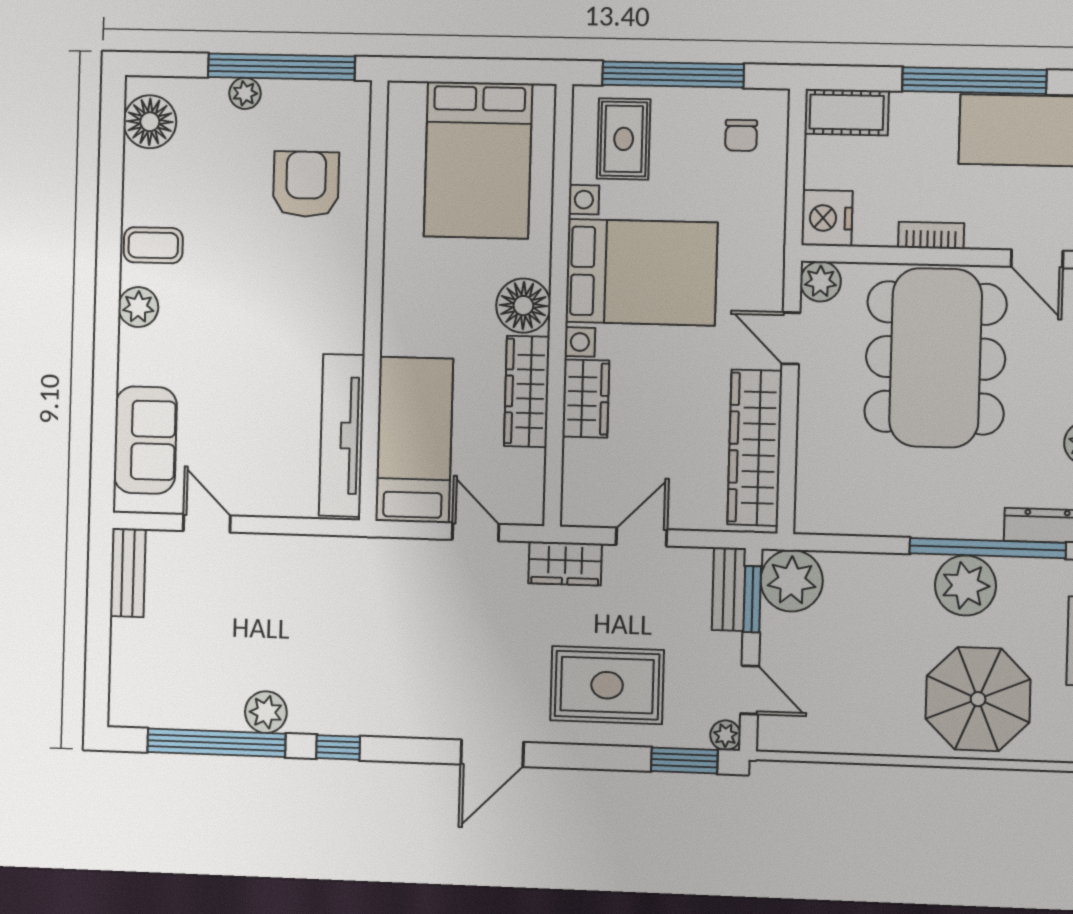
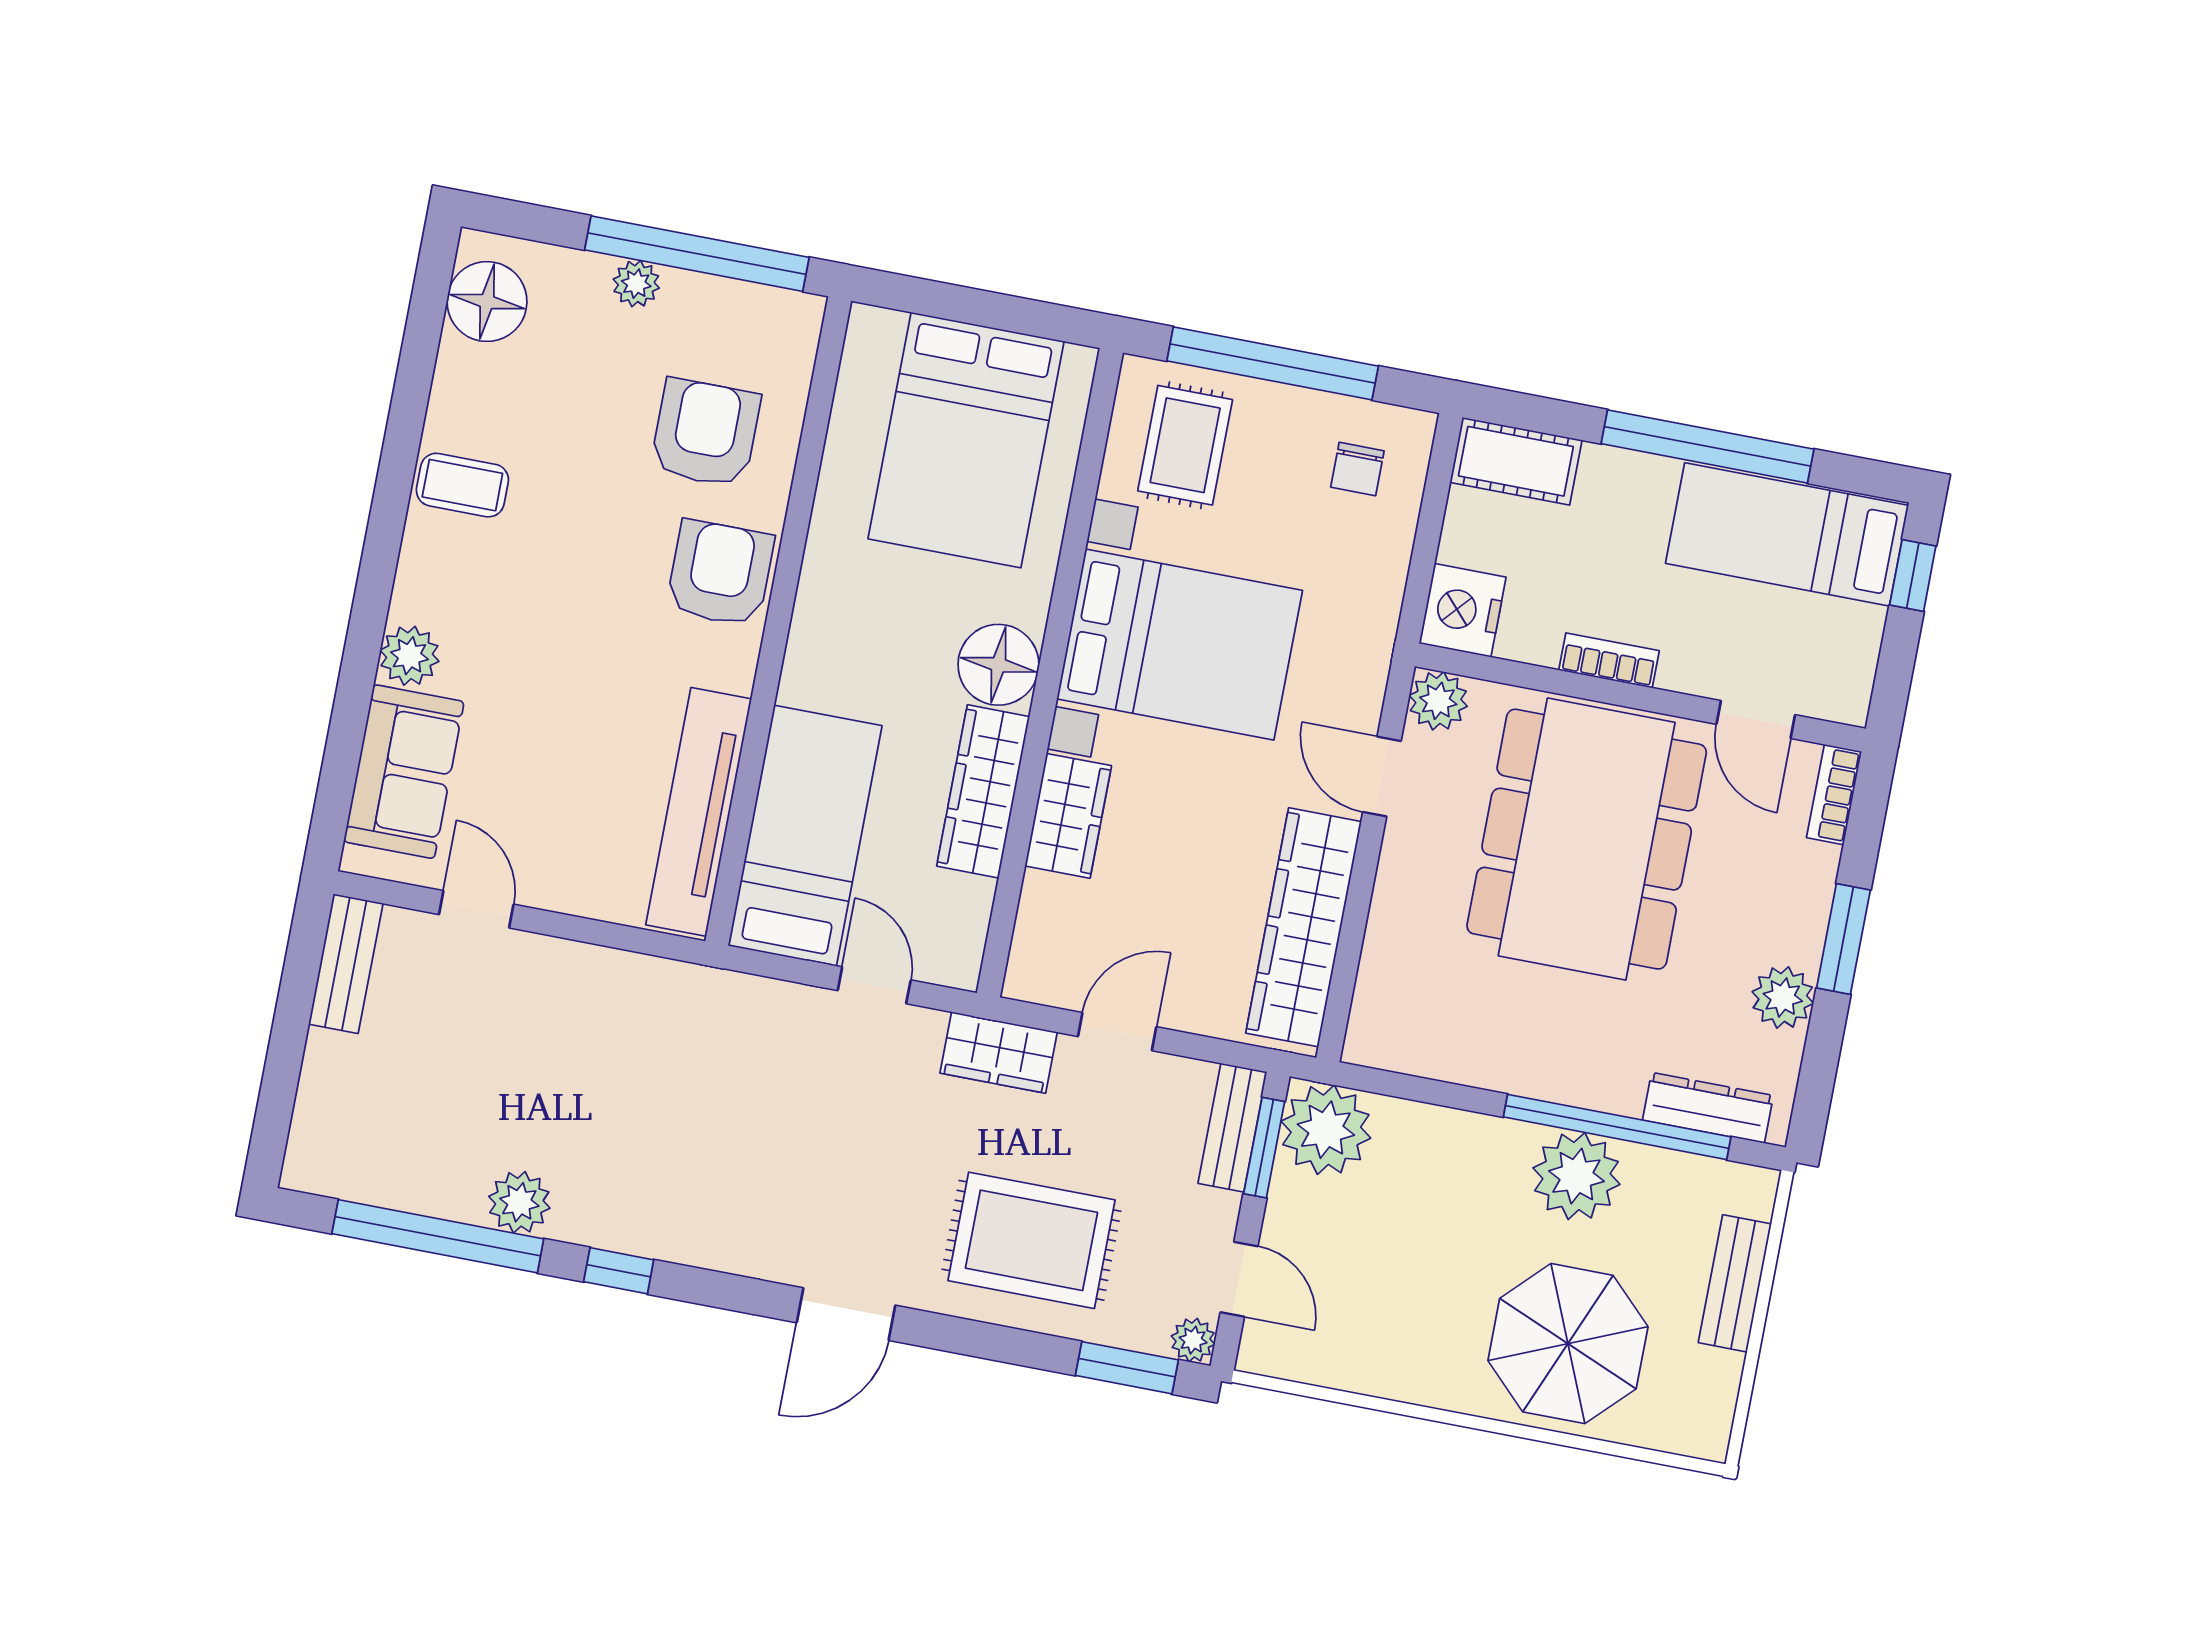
armchair: (330, 275) -> (720, 573), added
plant: (138, 307) -> (409, 656), moved

